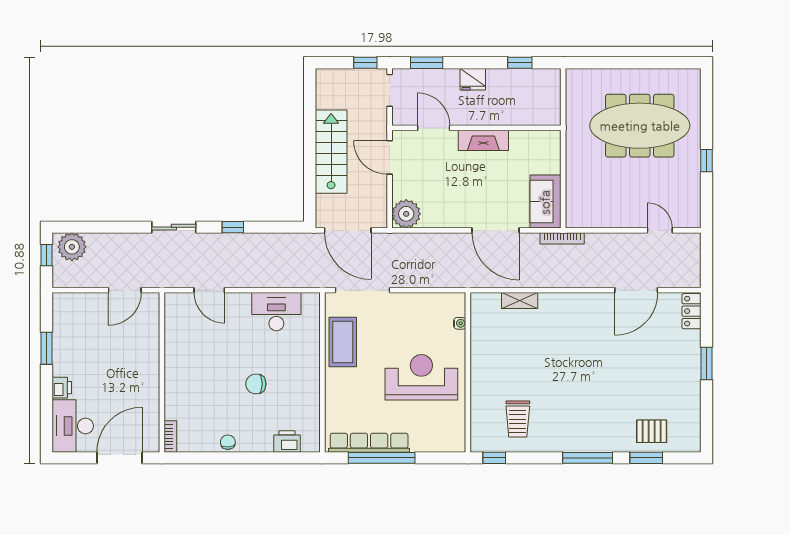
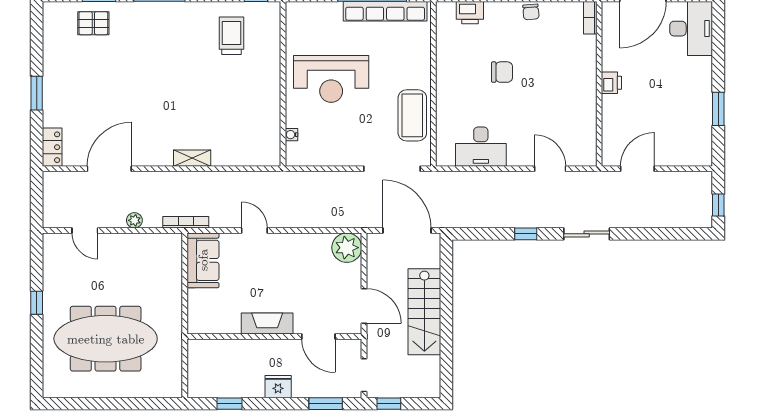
door: (496, 230) -> (254, 230), width x0.53
plant: (72, 247) -> (134, 220), moved, width x0.53, depth x0.53
shelving: (520, 301) -> (192, 158), moved
printer: (62, 388) -> (611, 83), moved, turned 180

